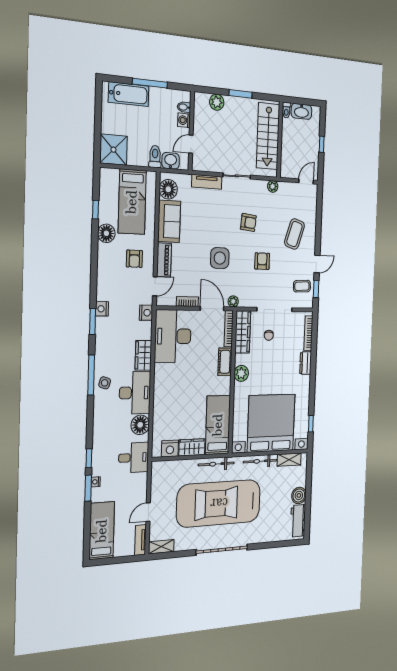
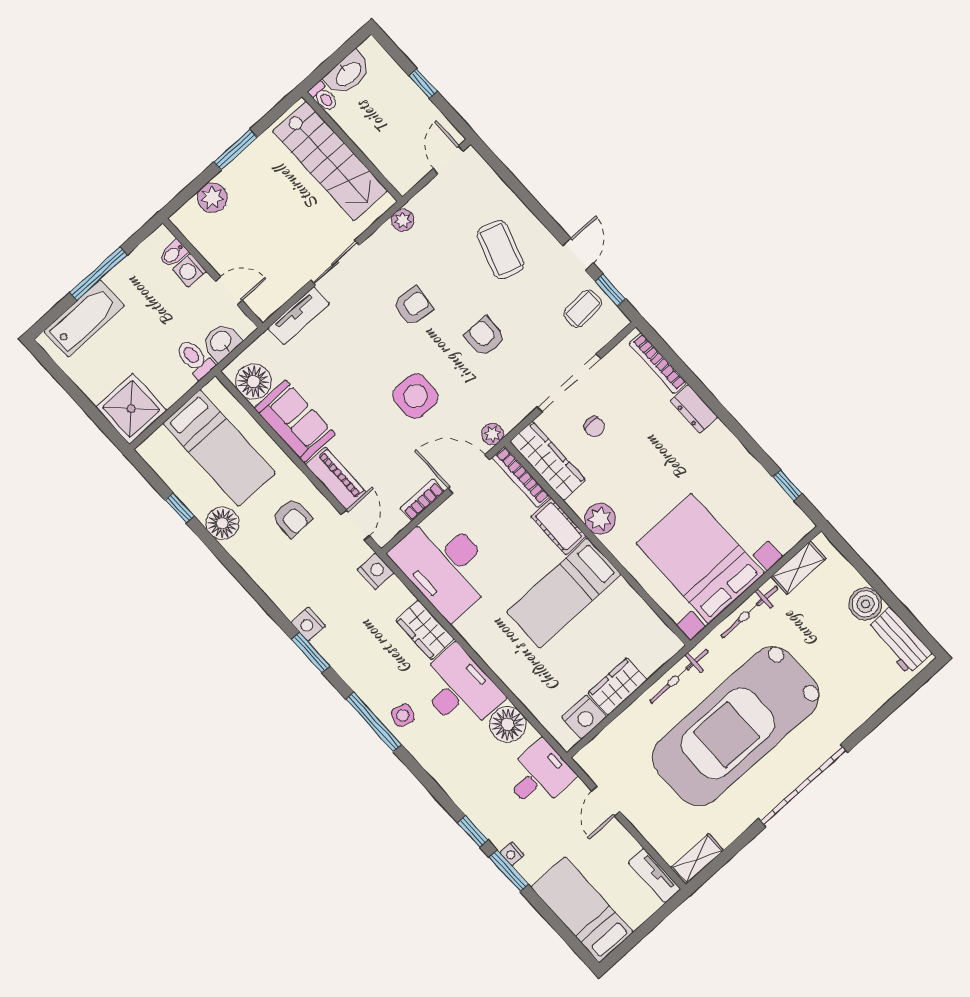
door: (191, 144) -> (229, 291), swing flipped
bed with nightstands: (271, 423) -> (700, 558), width x0.73
bed: (218, 425) -> (564, 593), moved, turned -90
door: (148, 512) -> (606, 801), moved

